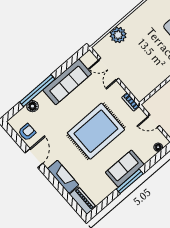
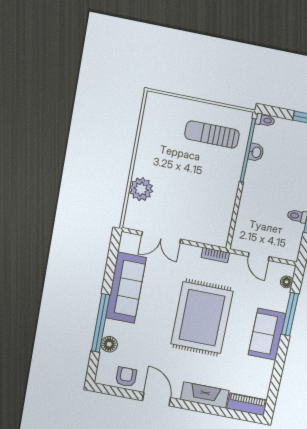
door: (154, 121) -> (259, 256), hinge flipped
window: (130, 181) -> (290, 314), moved

